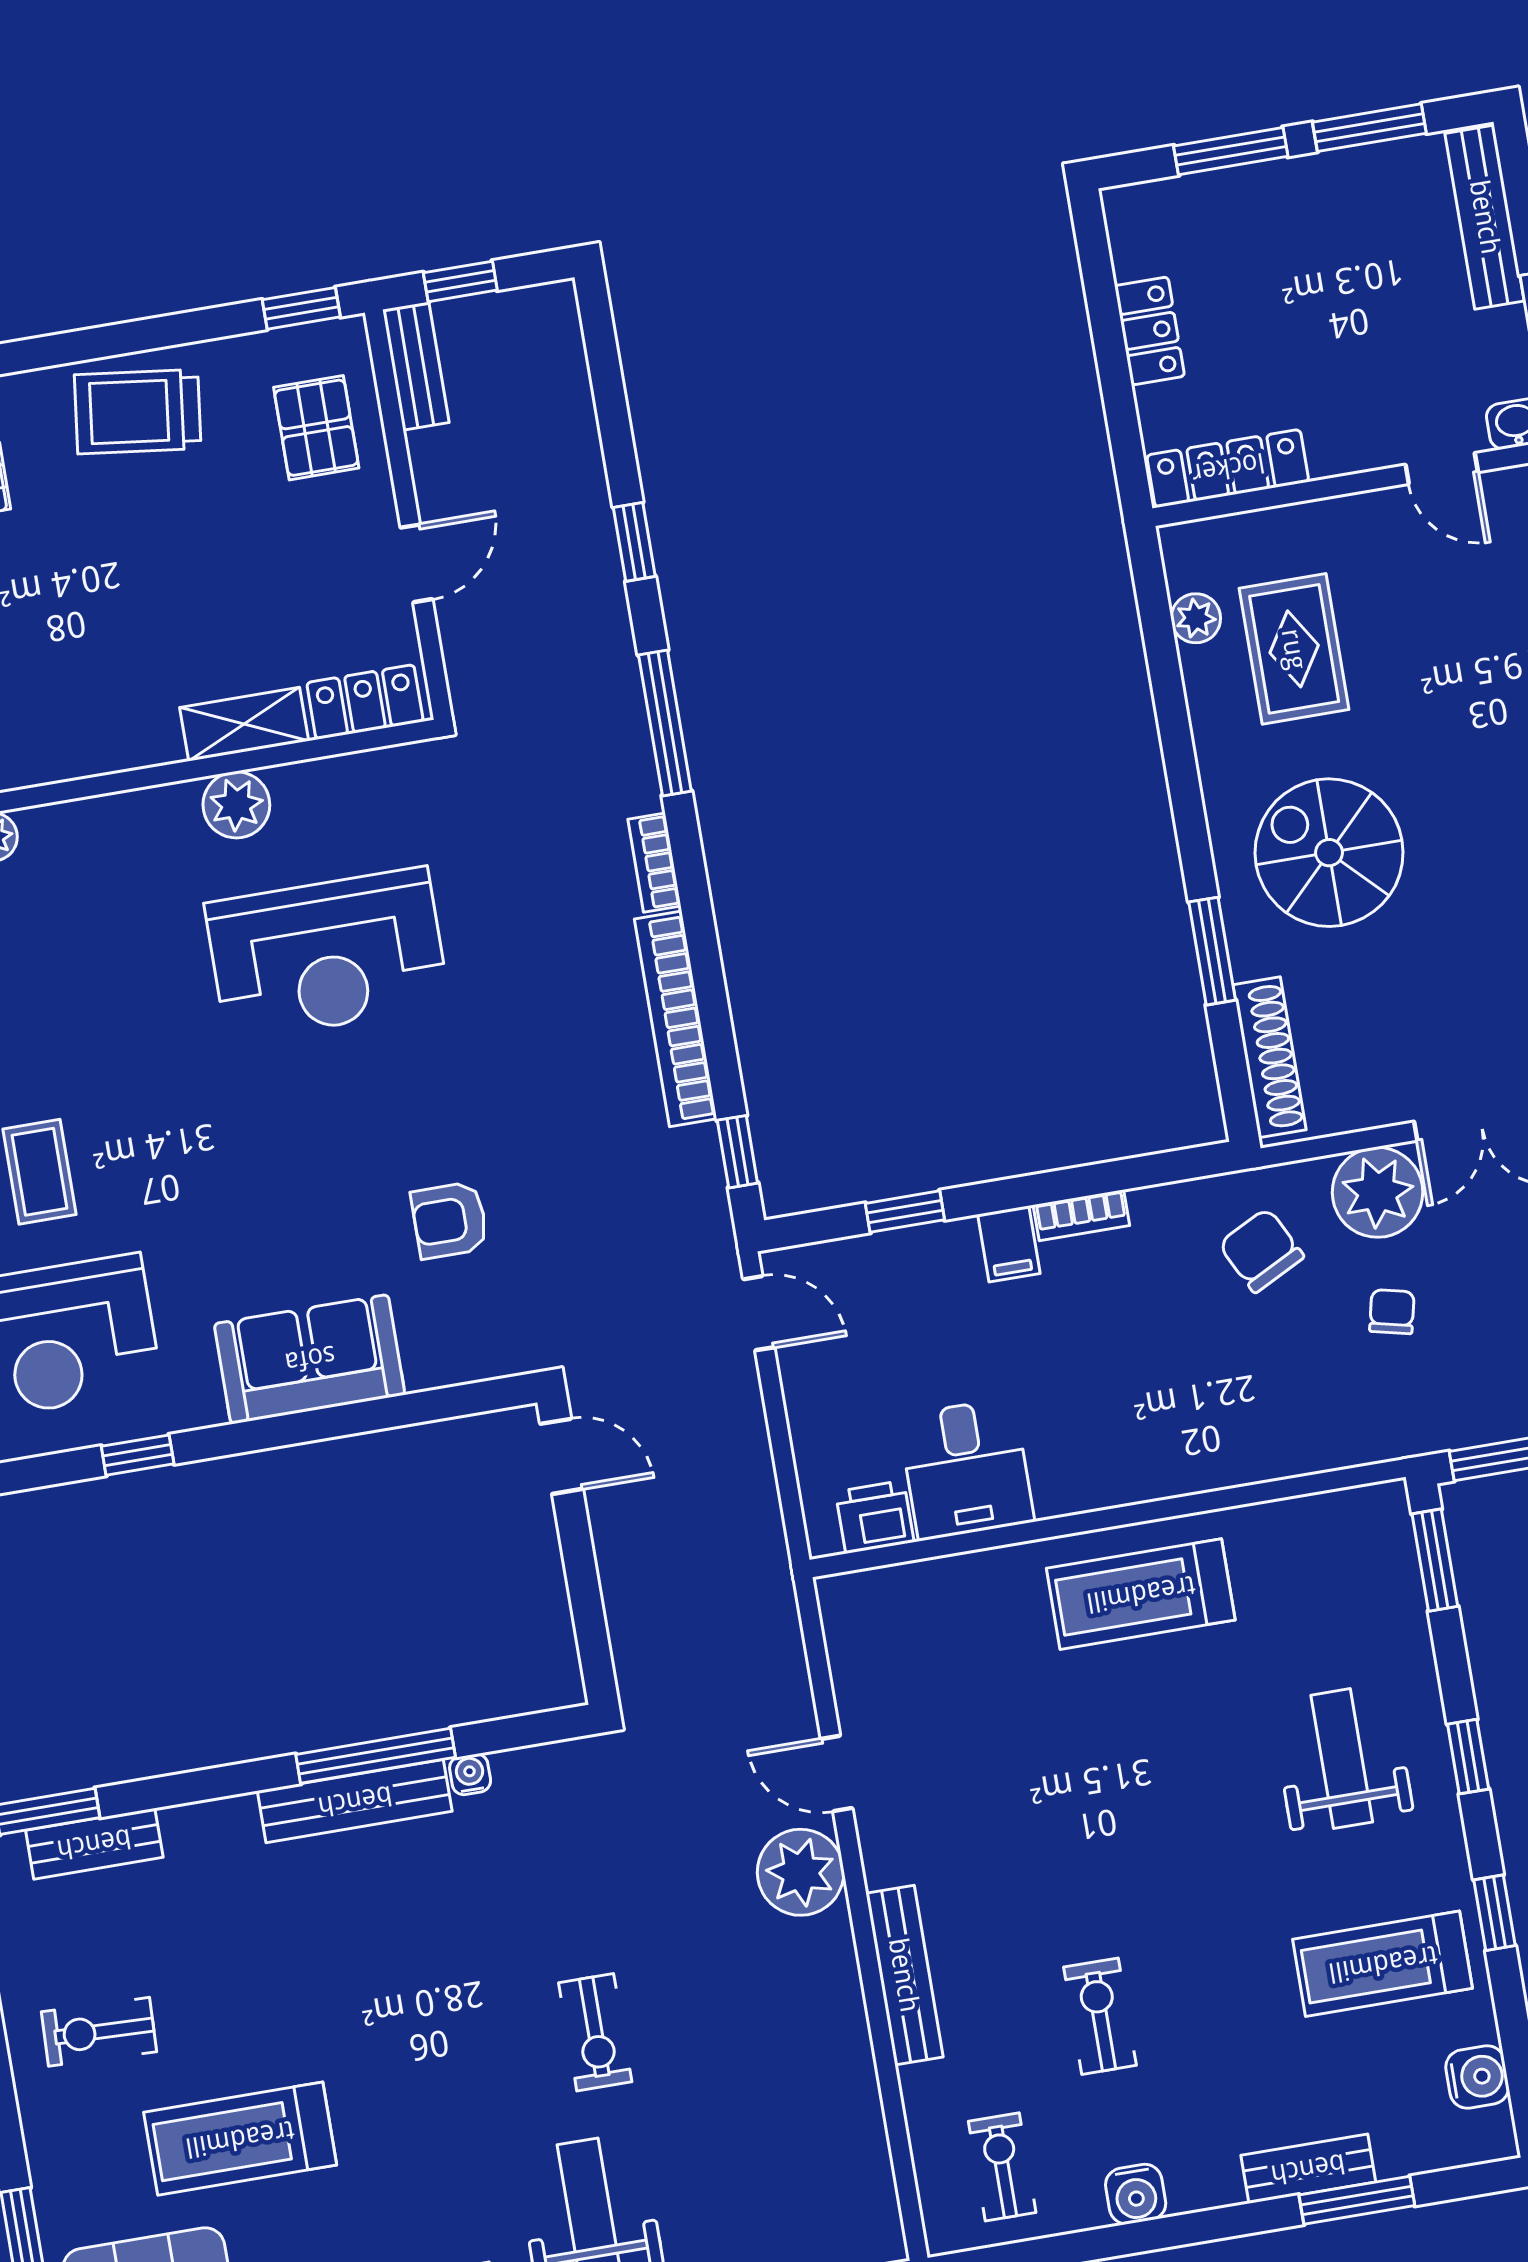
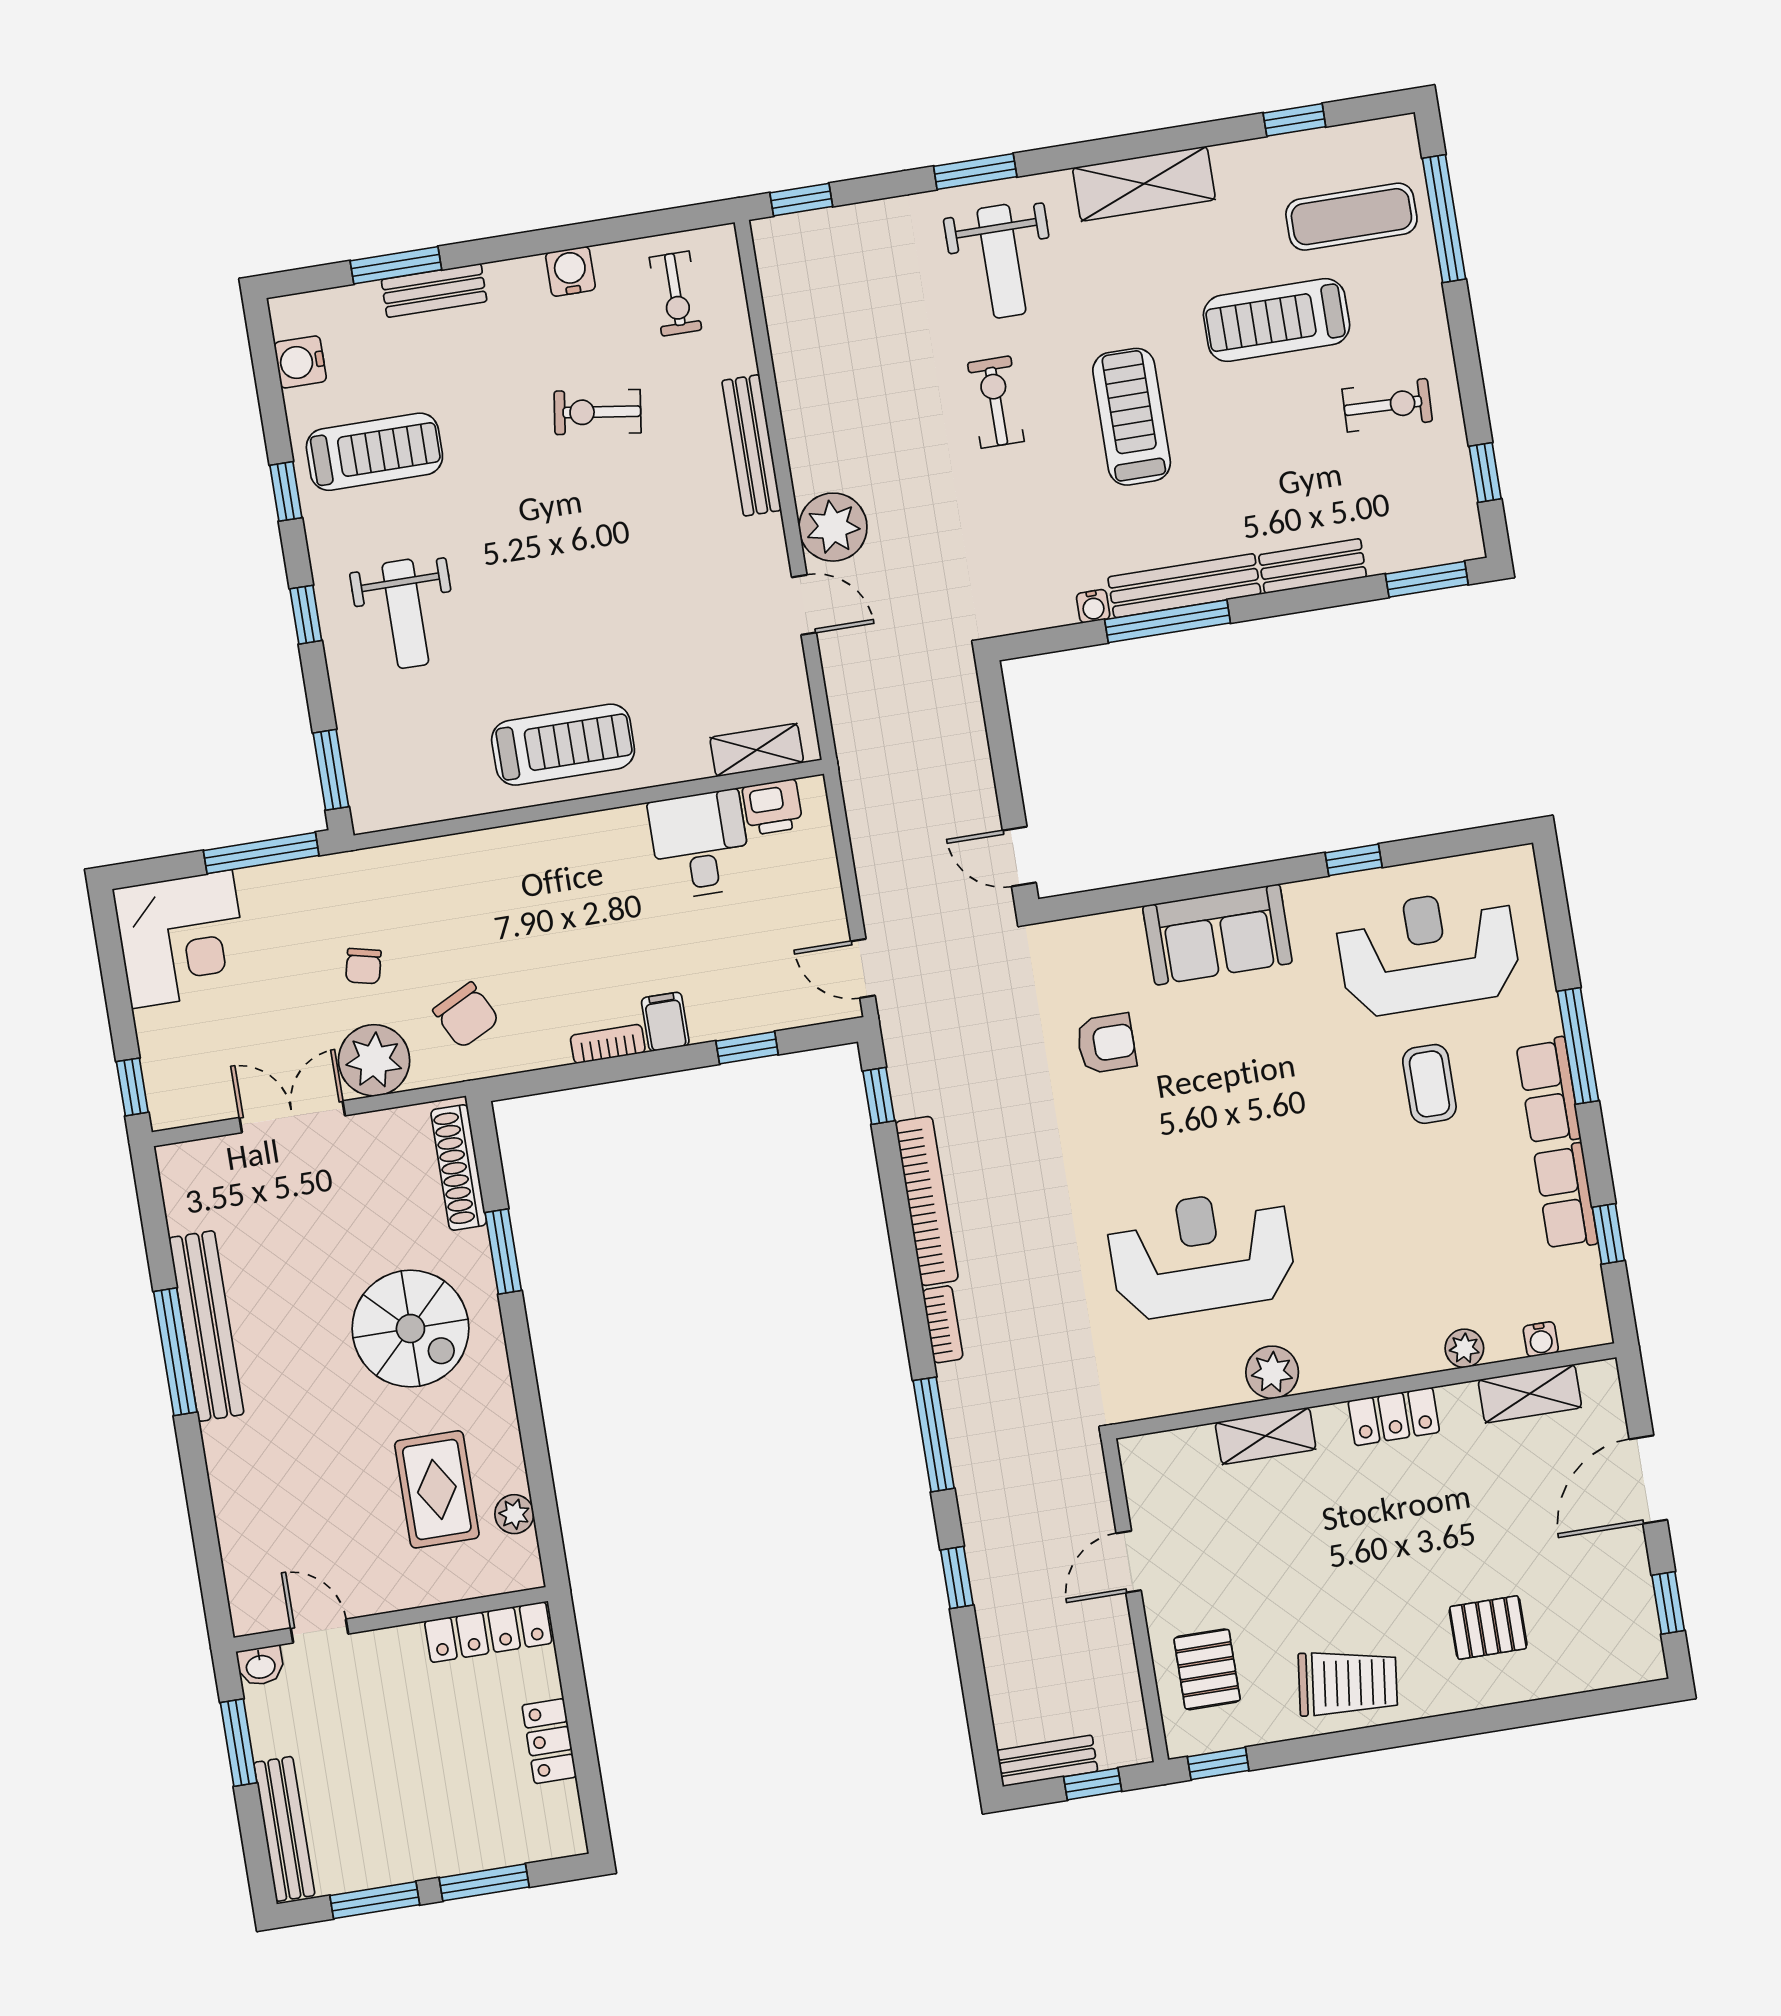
bench: (416, 366) -> (1047, 1761), moved, turned 90
locker: (365, 702) -> (1394, 1416), moved
shelving: (895, 1589) -> (757, 750), added
bench: (94, 1844) -> (1313, 566), moved
treadmill: (423, 2015) -> (1132, 417), added
exercise bike: (1100, 2016) -> (598, 412), turned 98
treadmill: (240, 2139) -> (1277, 320), turned 180

